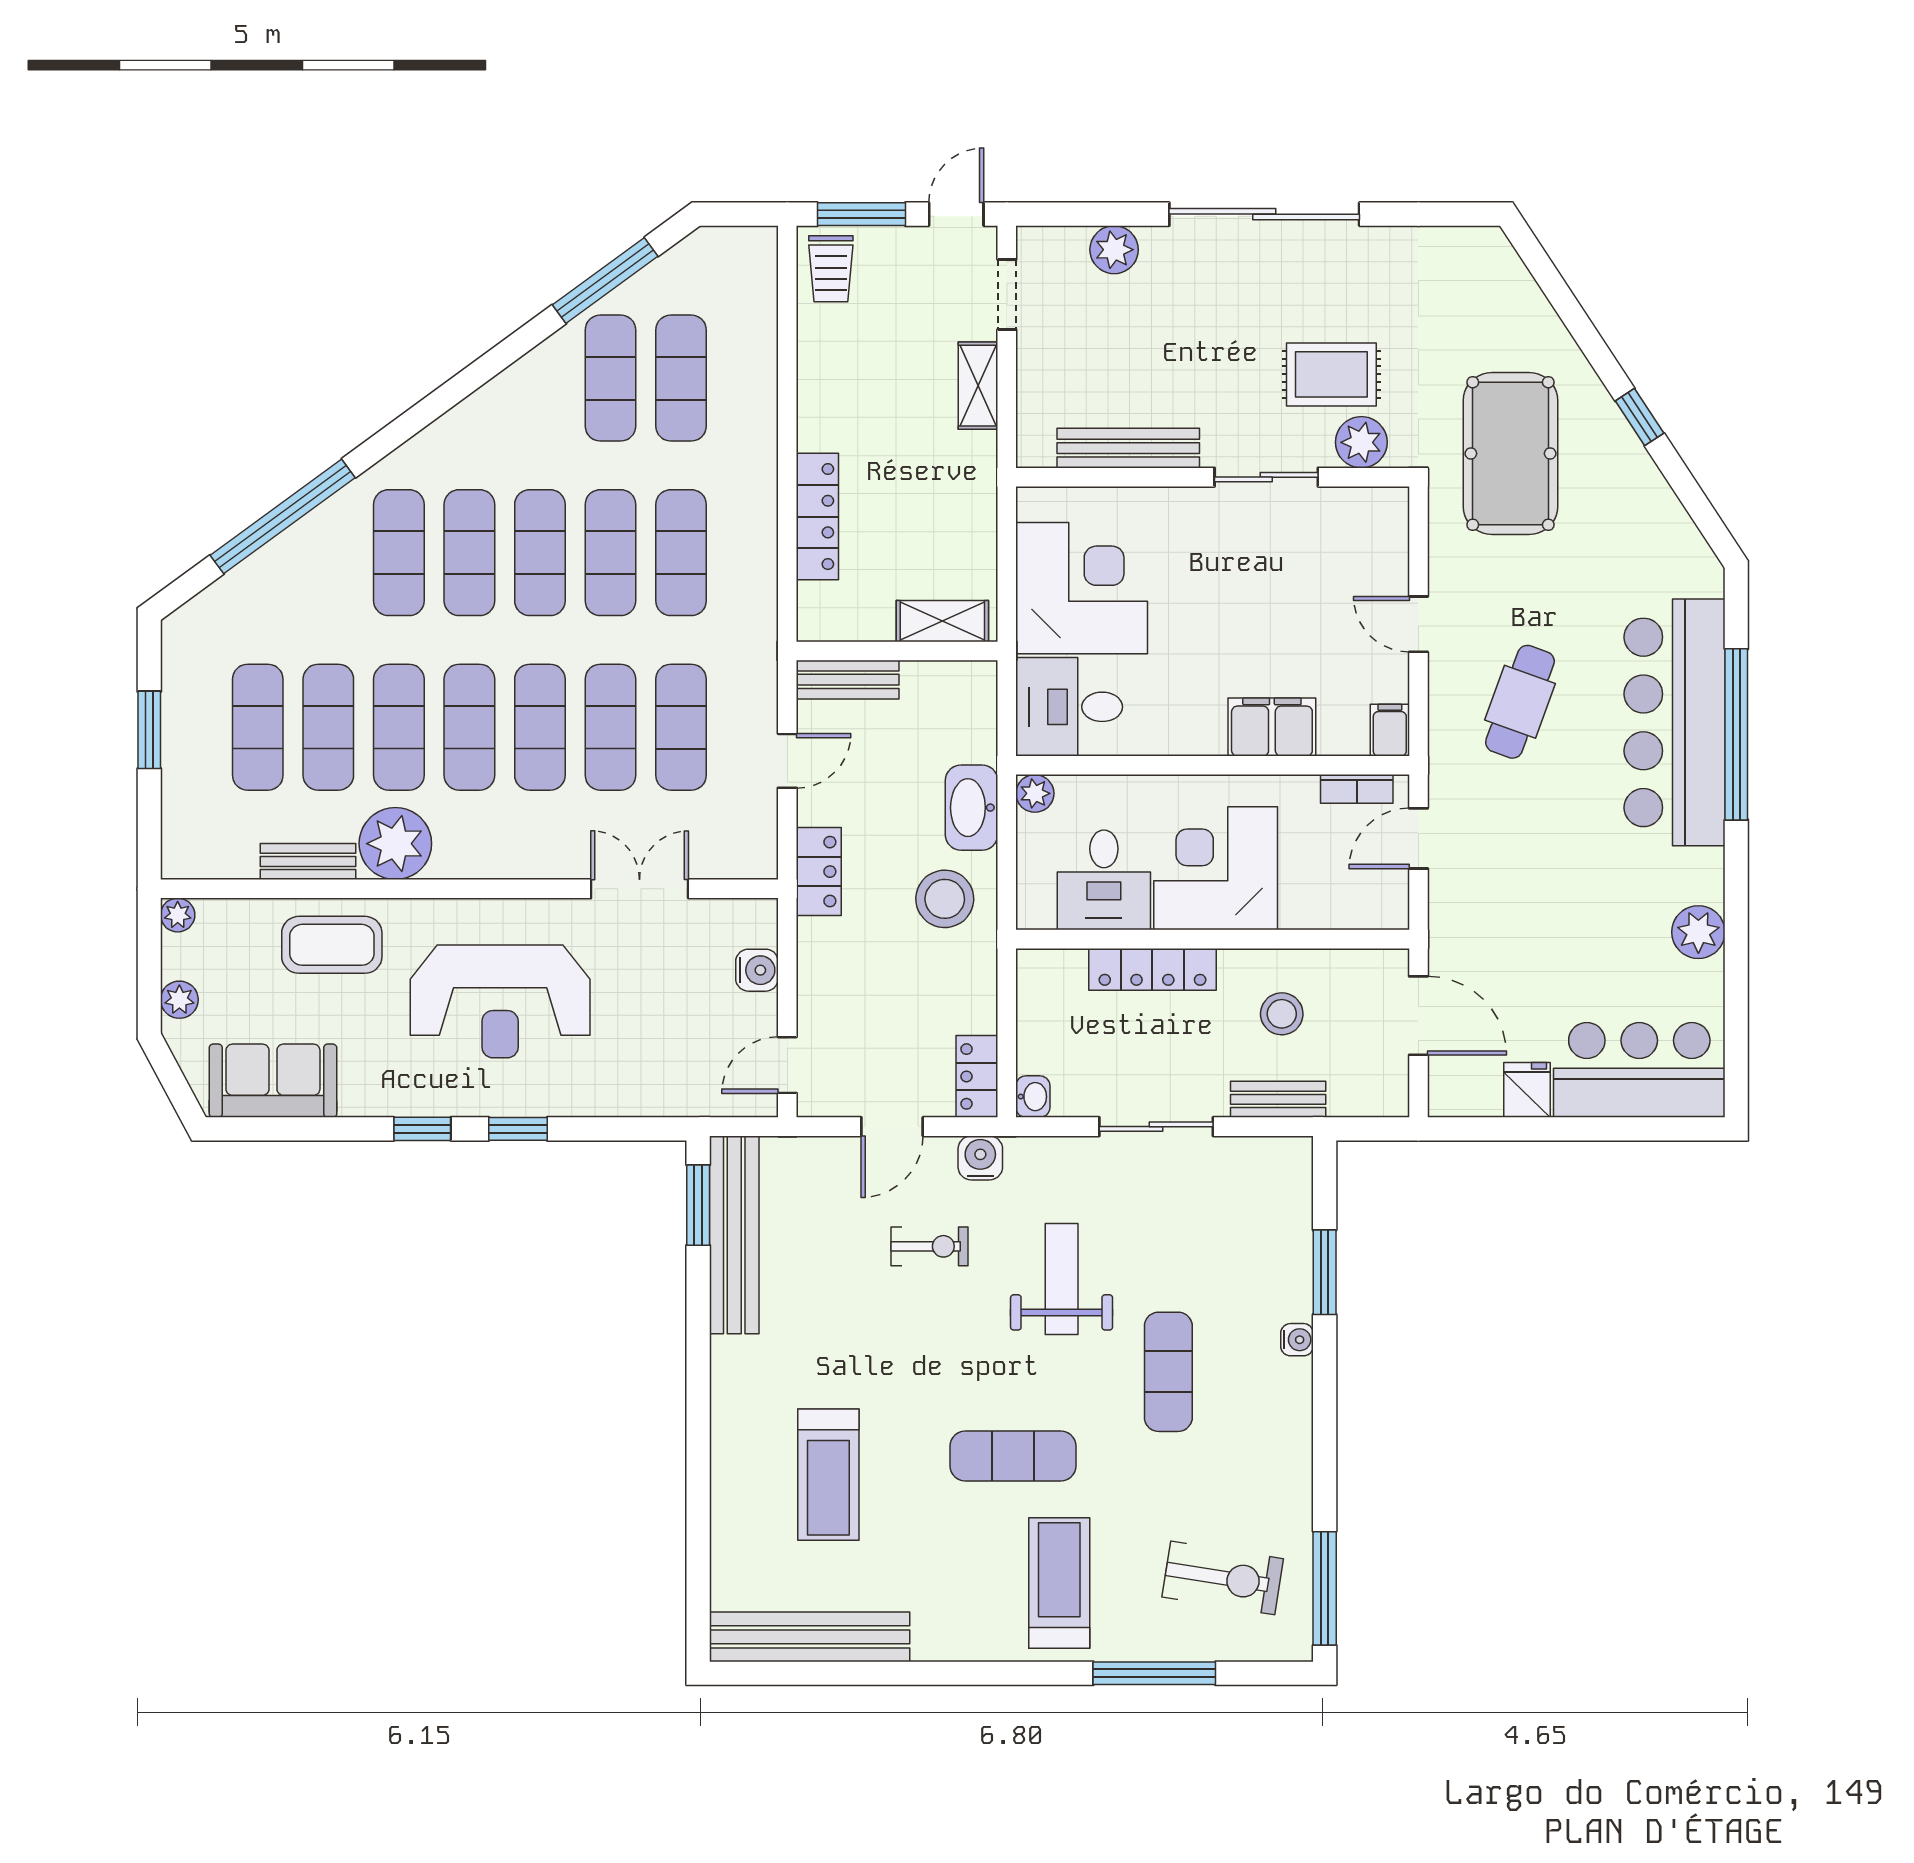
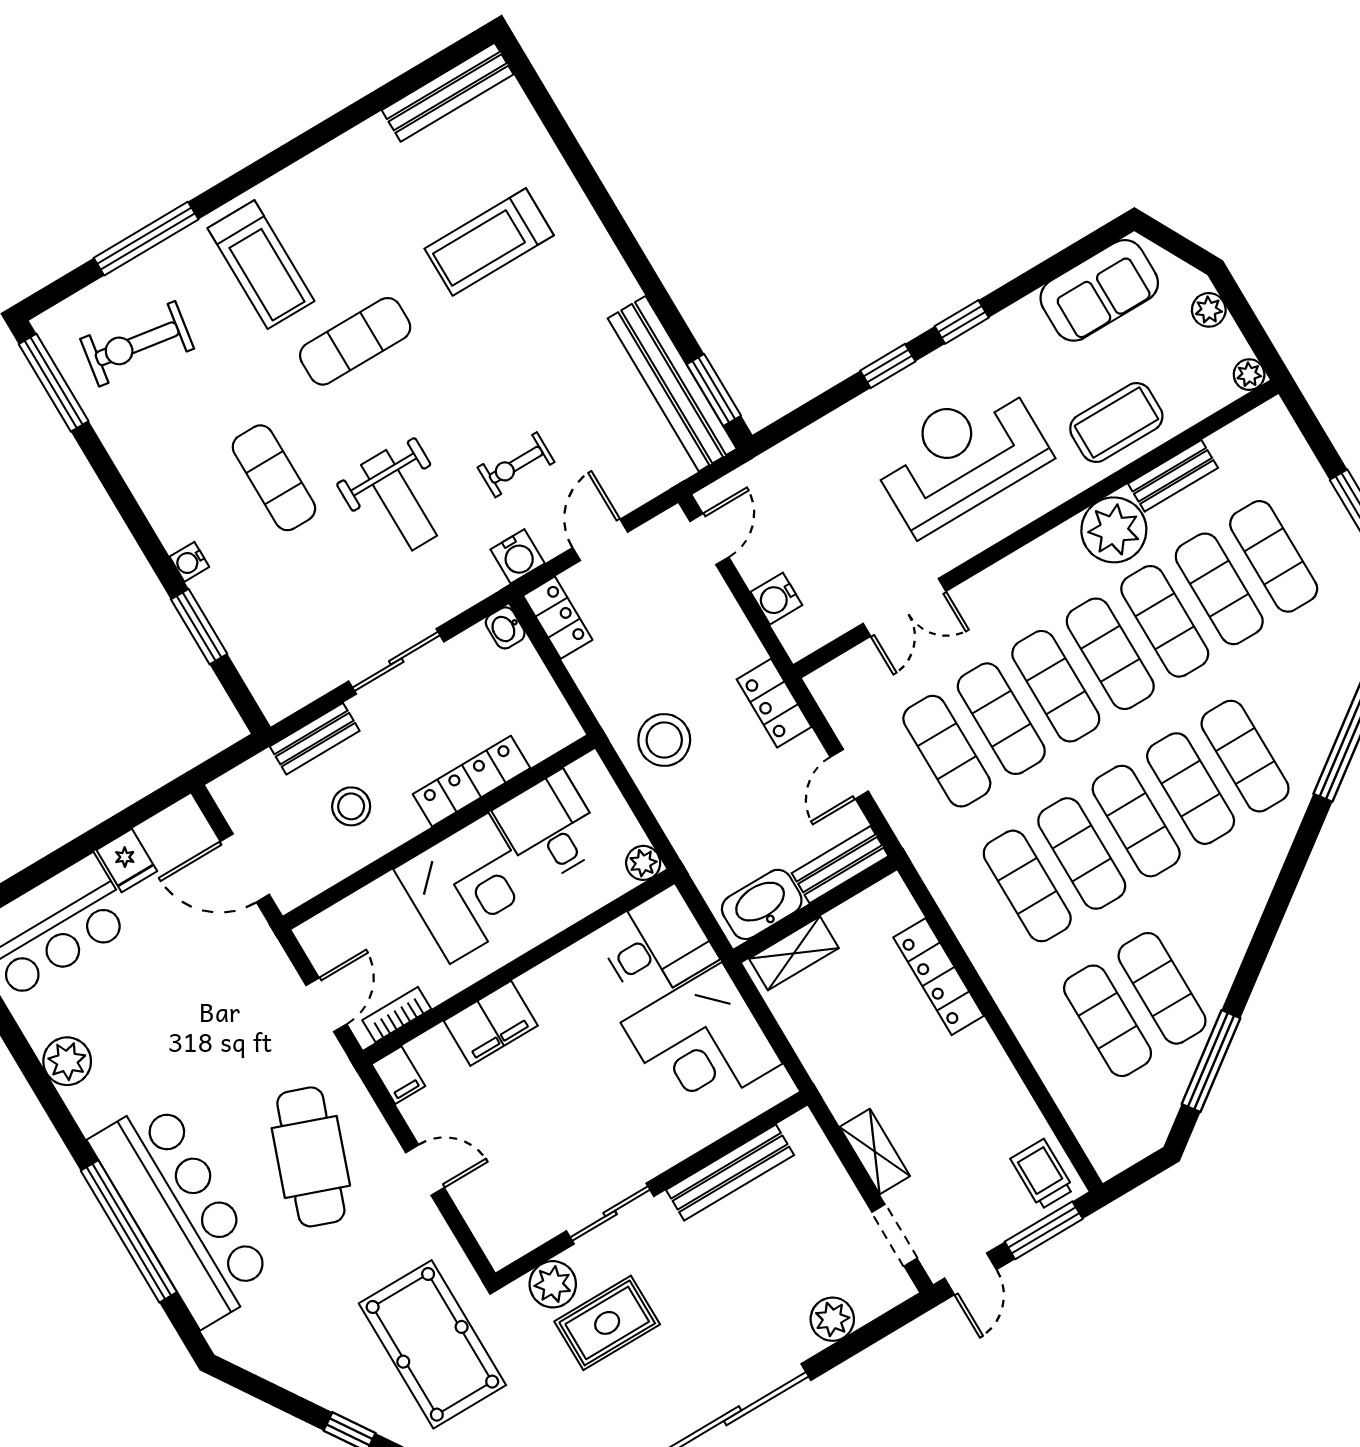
cafe table: (1520, 702) -> (311, 1157), width x1.37, depth x1.35
washbasin: (972, 808) -> (762, 904), moved, turned -90
treadmill: (828, 1475) -> (489, 242), turned -90
bench: (810, 1637) -> (448, 92), width x0.73, depth x0.82

